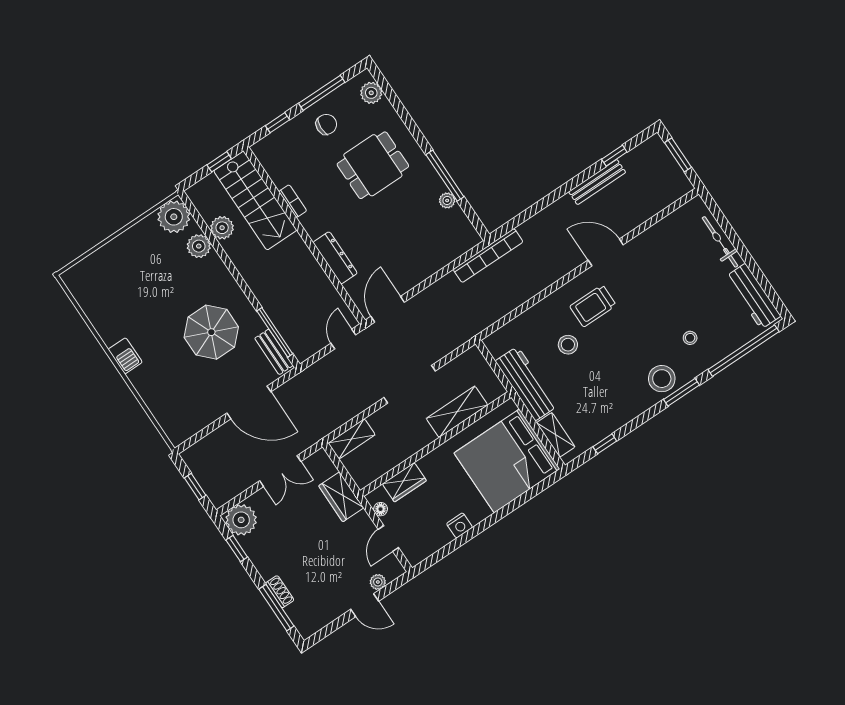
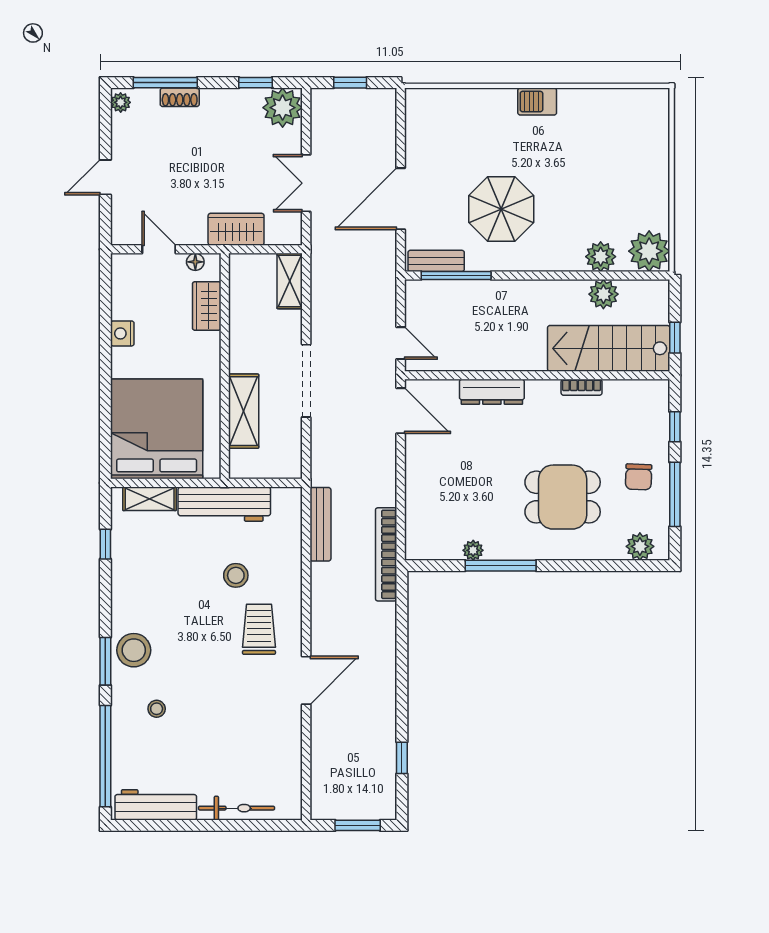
dining table: (373, 165) -> (563, 497), turned 90
bench: (597, 182) -> (320, 524), moved
plant: (378, 582) -> (121, 102), moved

